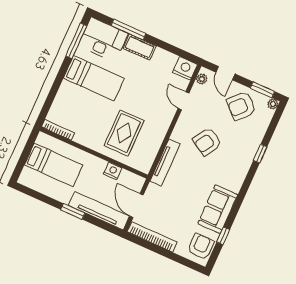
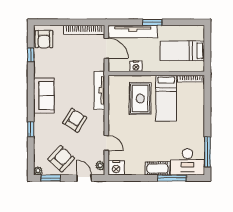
bed: (94, 78) -> (166, 98), moved, turned -90
sofa: (218, 209) -> (44, 96), moved

